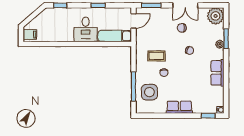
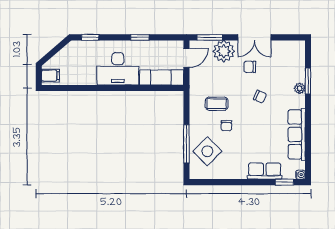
plant: (216, 16) -> (224, 51), moved
desk: (86, 29) -> (118, 69), width x1.37
row of seats: (217, 73) -> (297, 134), width x1.48
side table: (149, 92) -> (207, 151), turned 45
row of seats: (179, 107) -> (265, 171), moved

